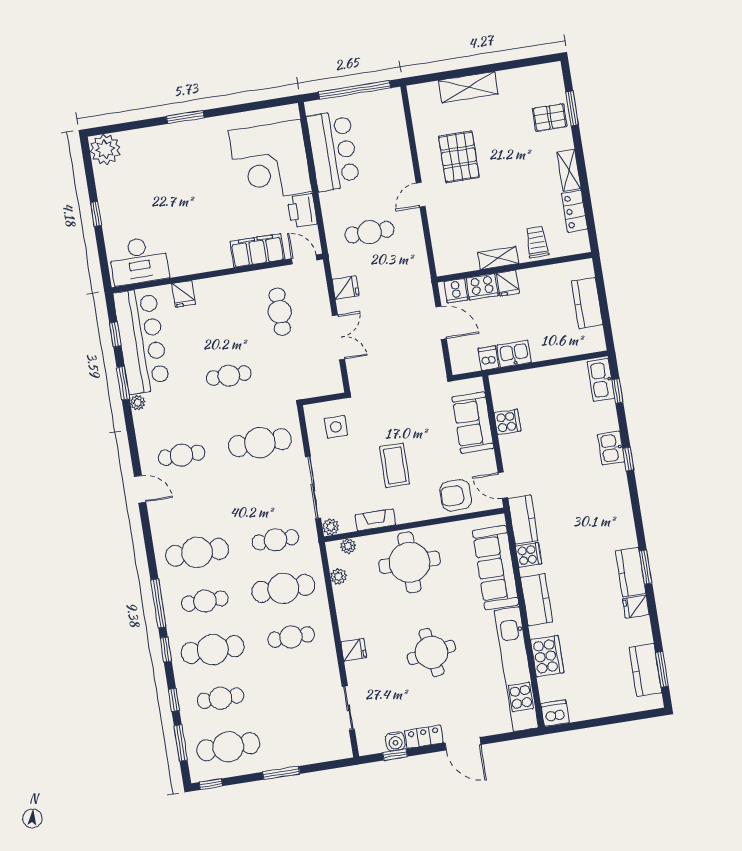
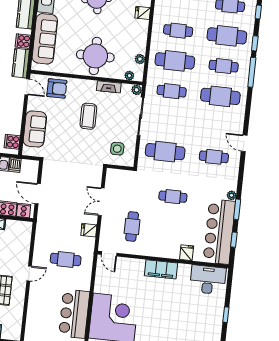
printer: (302, 211) -> (102, 283), removed
filing cabinet: (257, 250) -> (161, 269), moved
cooker: (508, 422) -> (12, 142), moved

